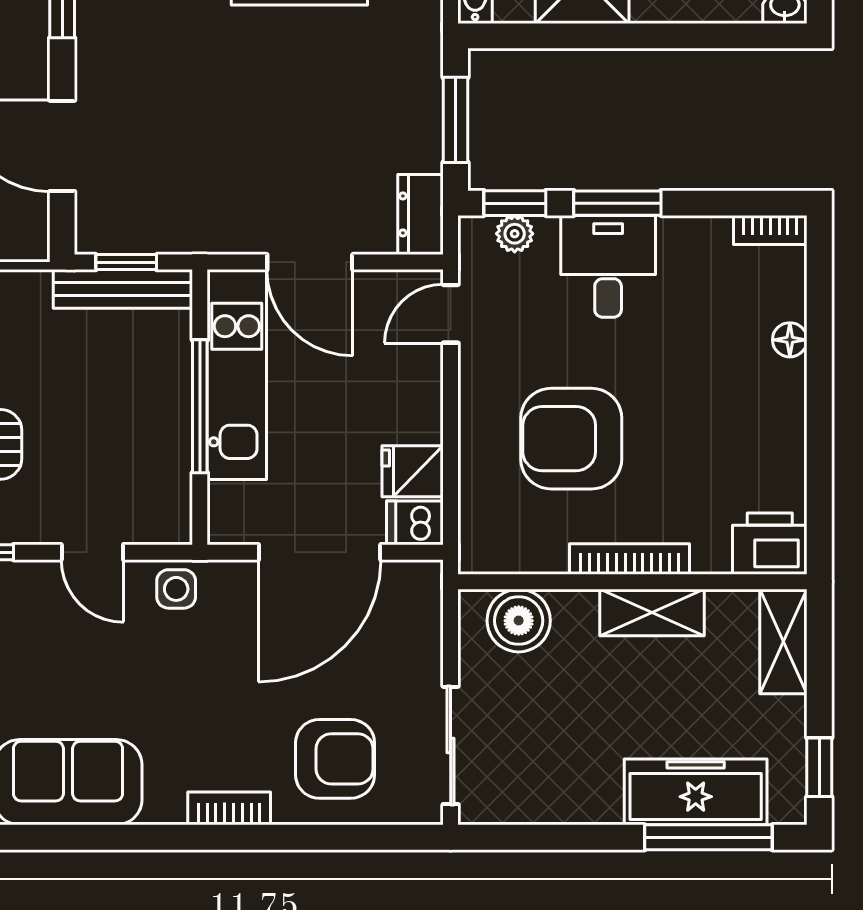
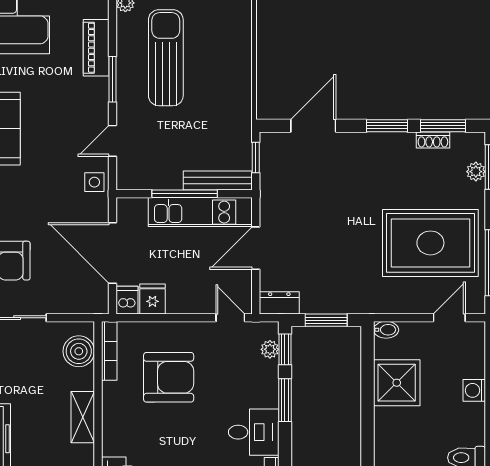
desk: (608, 266) -> (254, 432), moved
bench: (123, 289) -> (218, 181), moved, turned 90
armchair: (571, 439) -> (169, 377), turned 90
bookcase: (630, 559) -> (109, 351), moved

